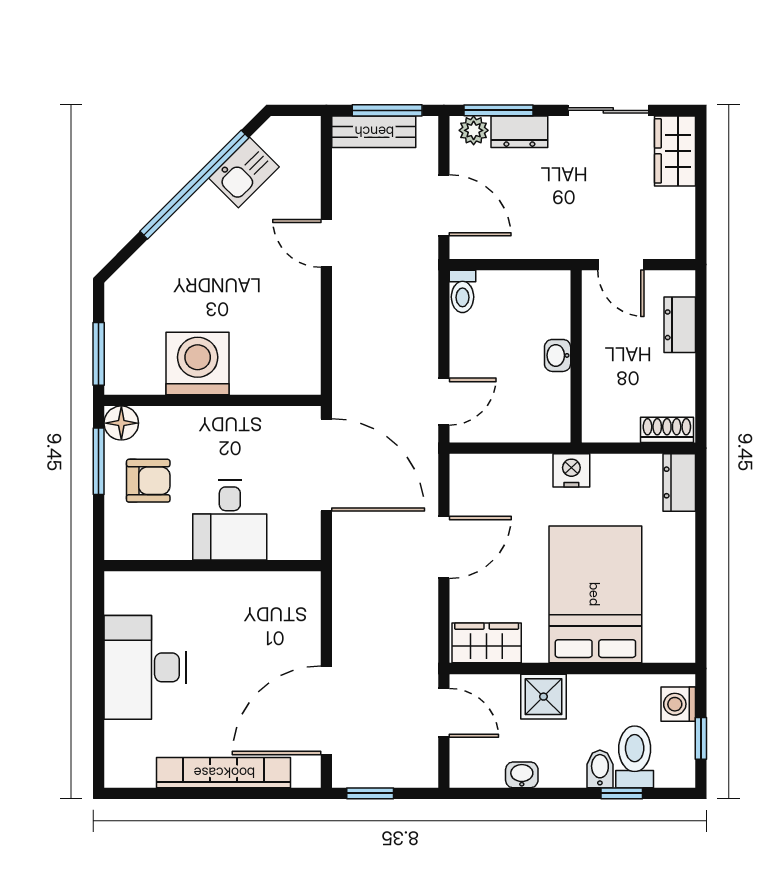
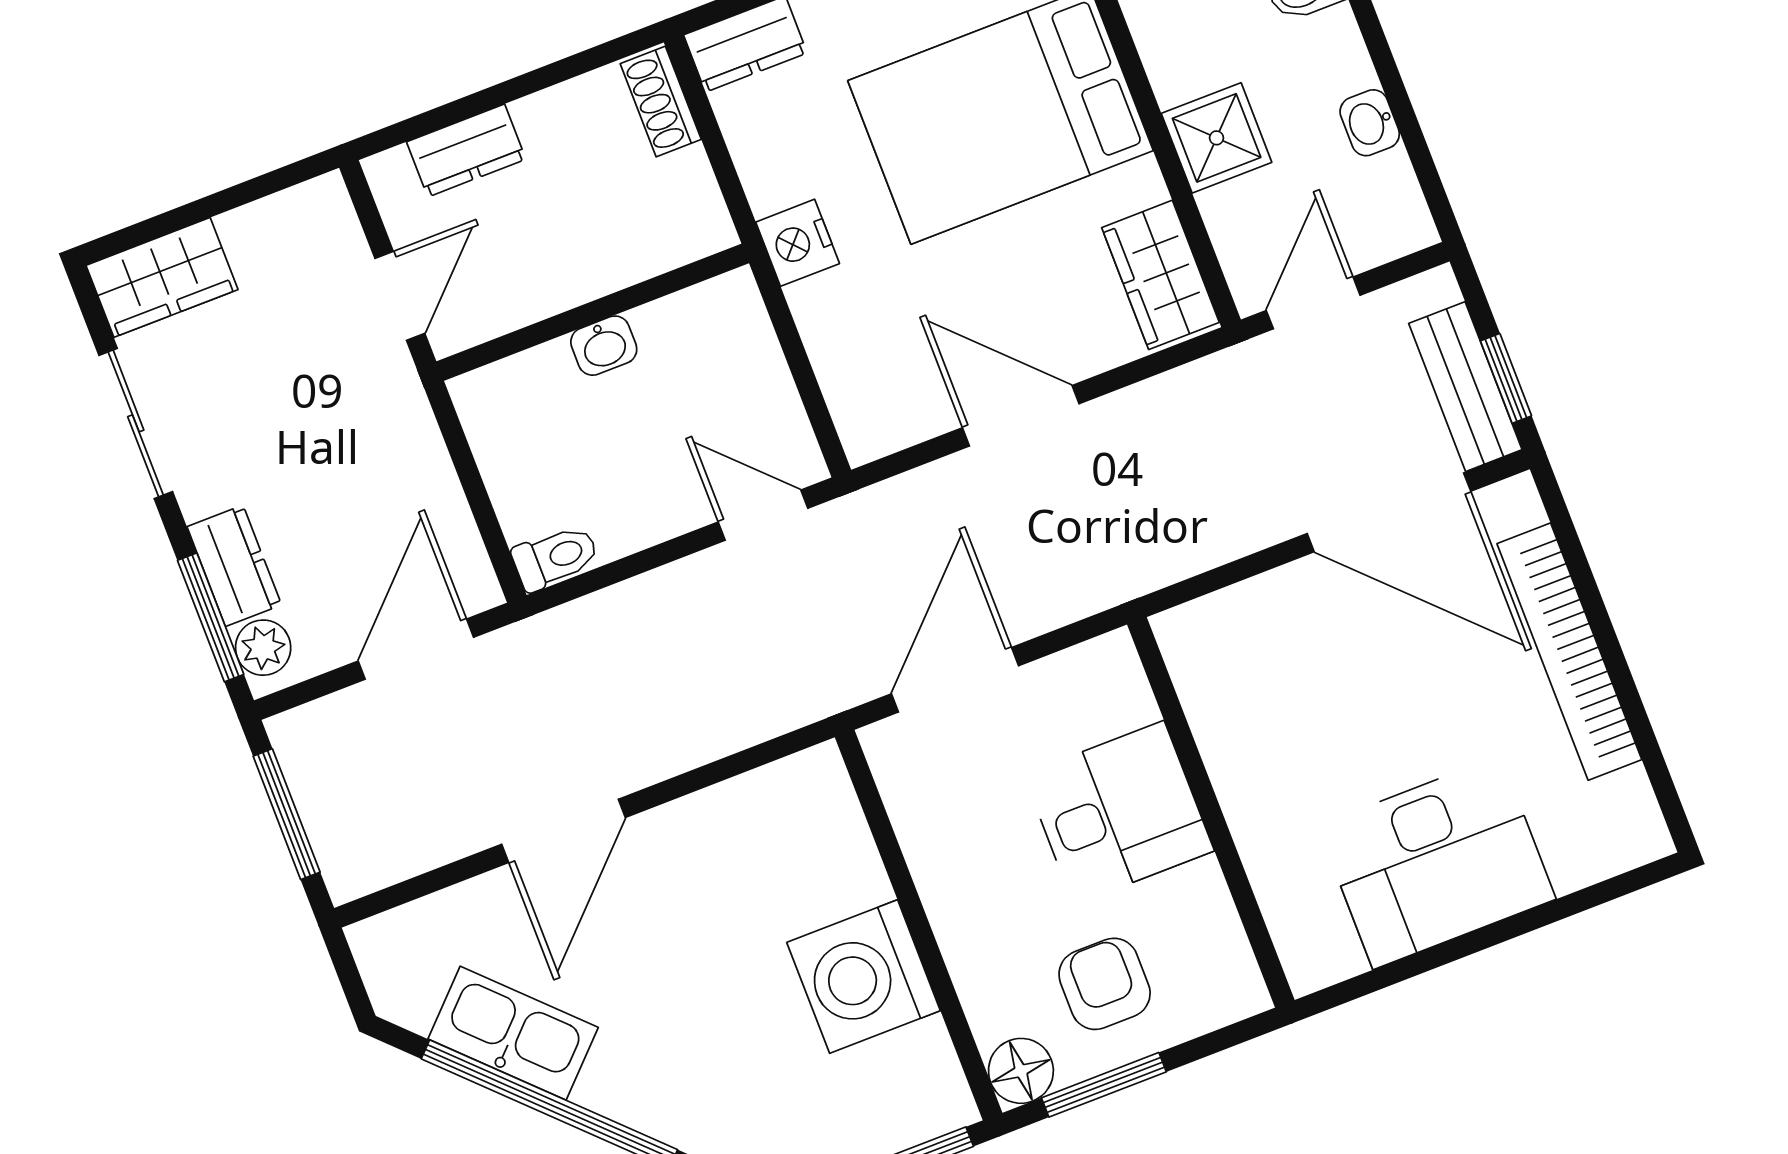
bench: (374, 132) -> (1465, 387), moved
kitchen sink: (244, 172) -> (513, 1033), width x1.38
door: (326, 243) -> (564, 831), width x1.38
door: (326, 465) -> (955, 680), width x0.73

